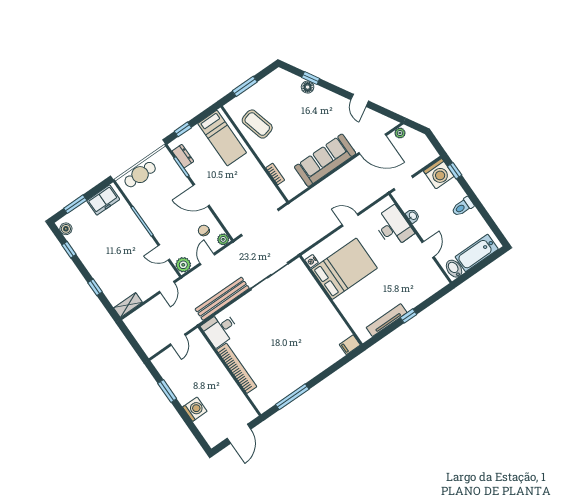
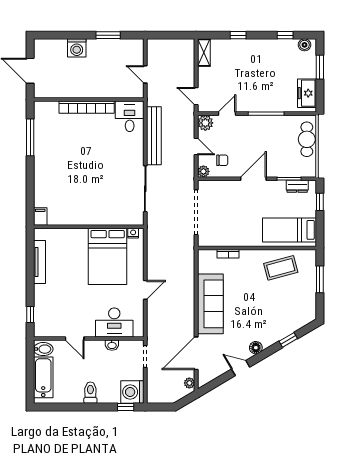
floor lamp: (308, 87) -> (256, 348), moved
window: (408, 316) -> (30, 314), moved

